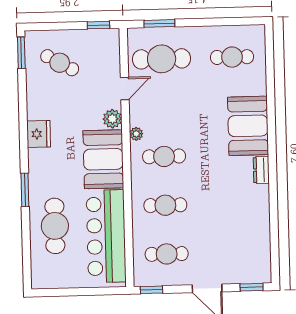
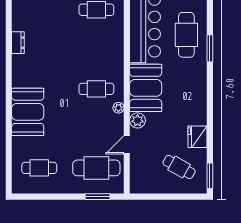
window: (98, 25) -> (147, 197), removed
fridge: (39, 134) -> (198, 137), moved
dresser: (261, 170) -> (18, 43), moved
window: (25, 190) -> (210, 48), moved
cafe table: (165, 205) -> (96, 49), removed

